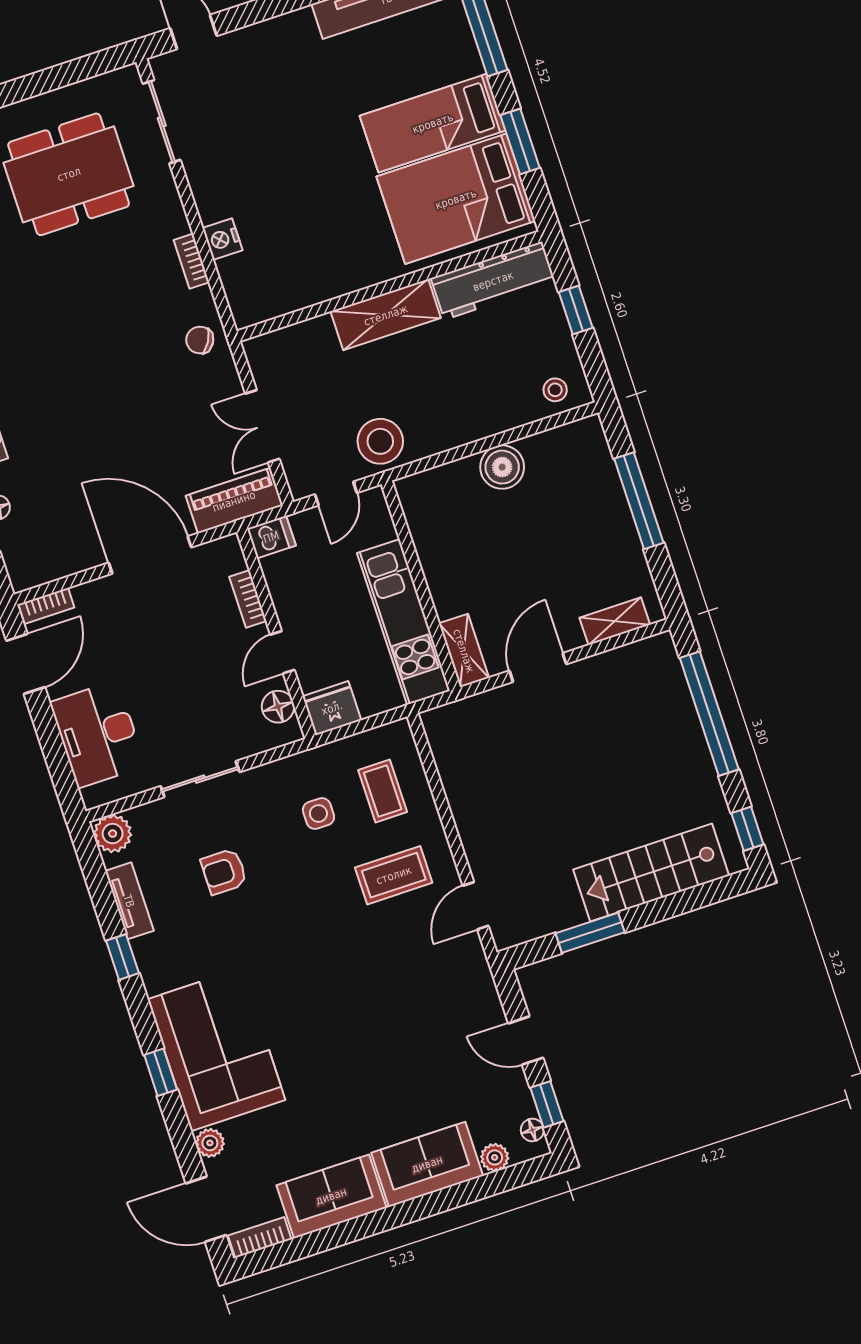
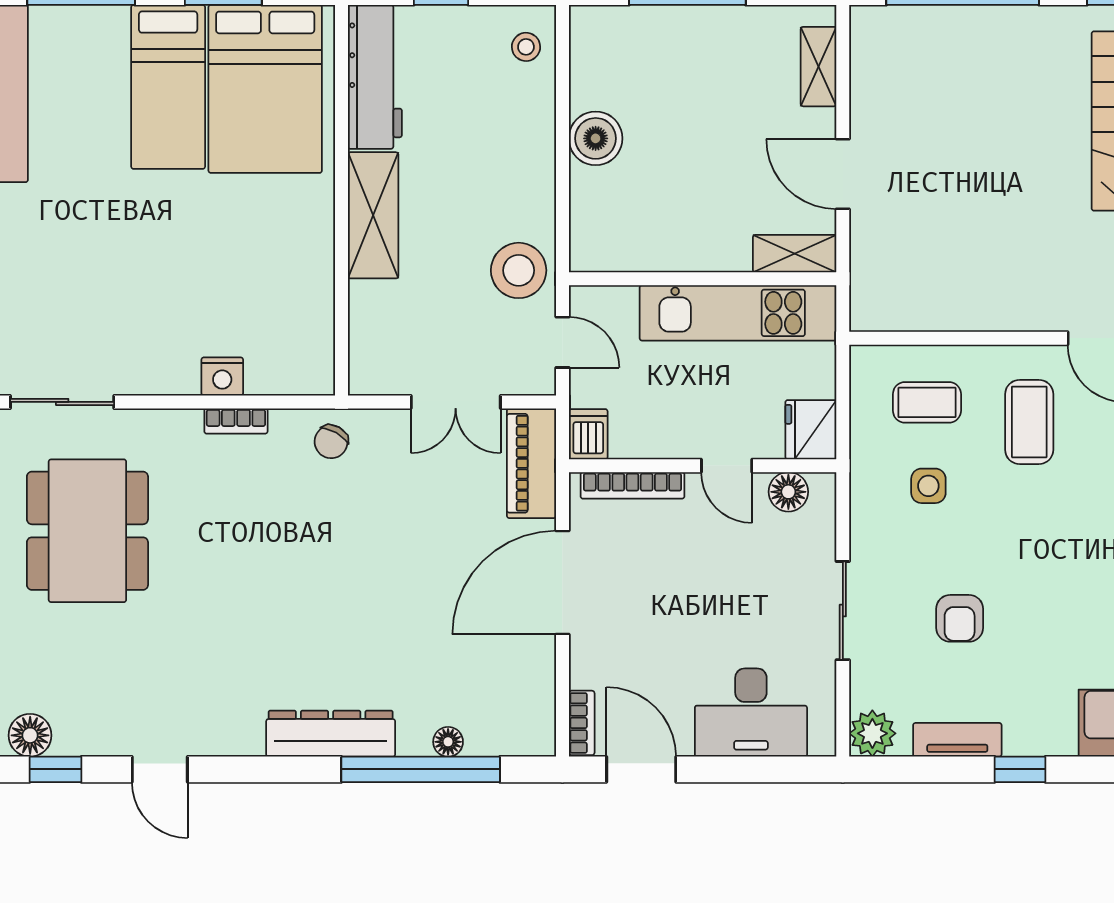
bookcase: (248, 599) -> (632, 485), width x1.56

